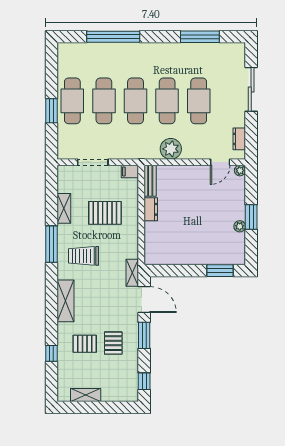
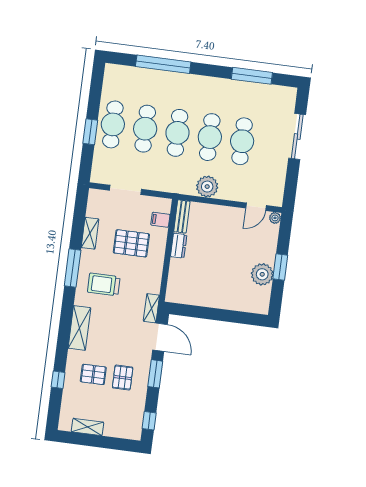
dresser: (239, 139) -> (278, 185), removed
filing cabinet: (130, 171) -> (160, 220), moved
plant: (240, 226) -> (262, 274), width x1.88, depth x1.88
window: (220, 271) -> (241, 318), removed

